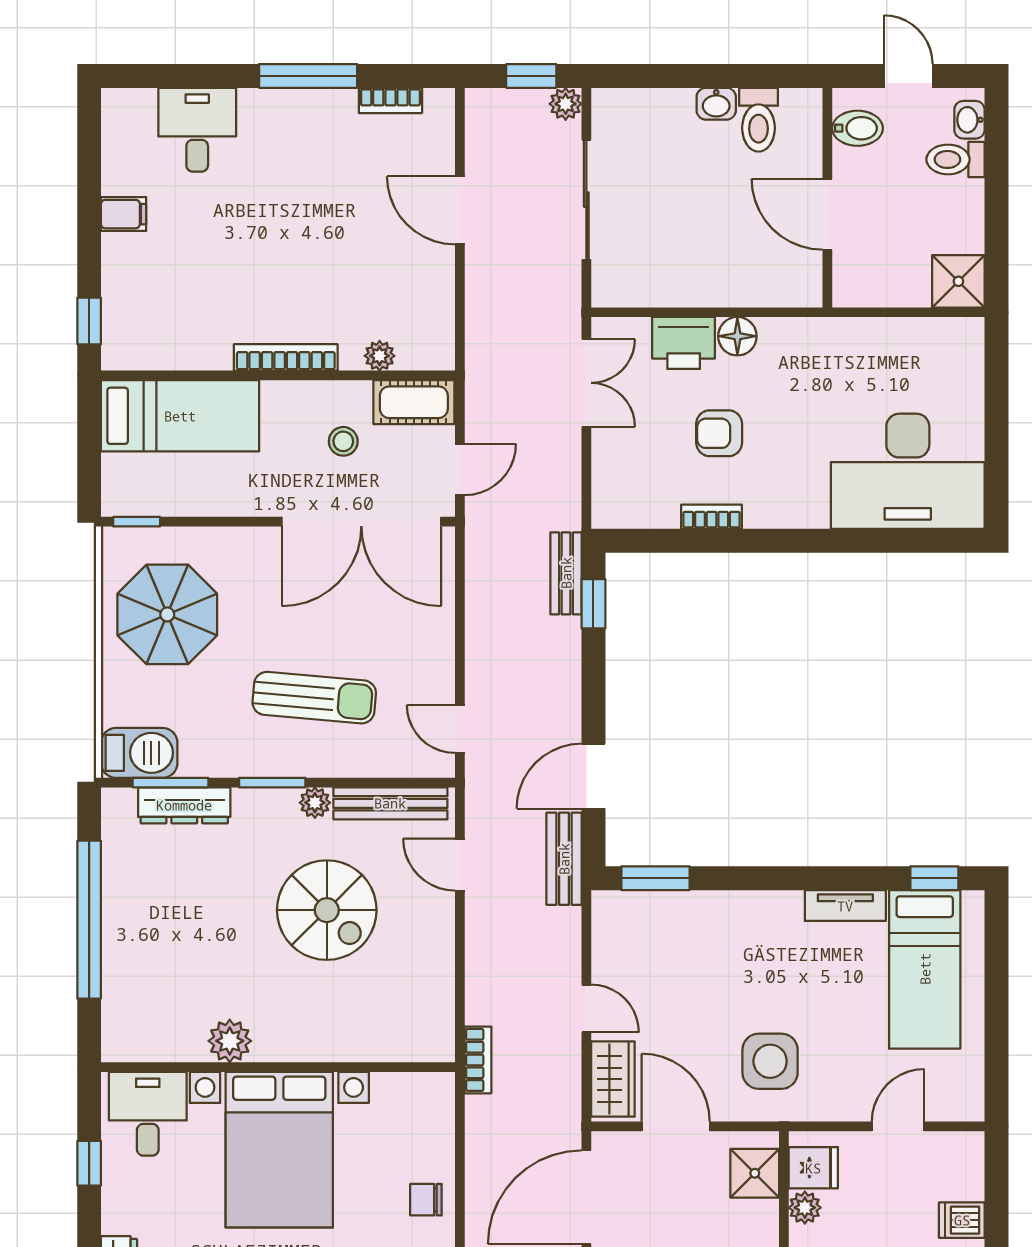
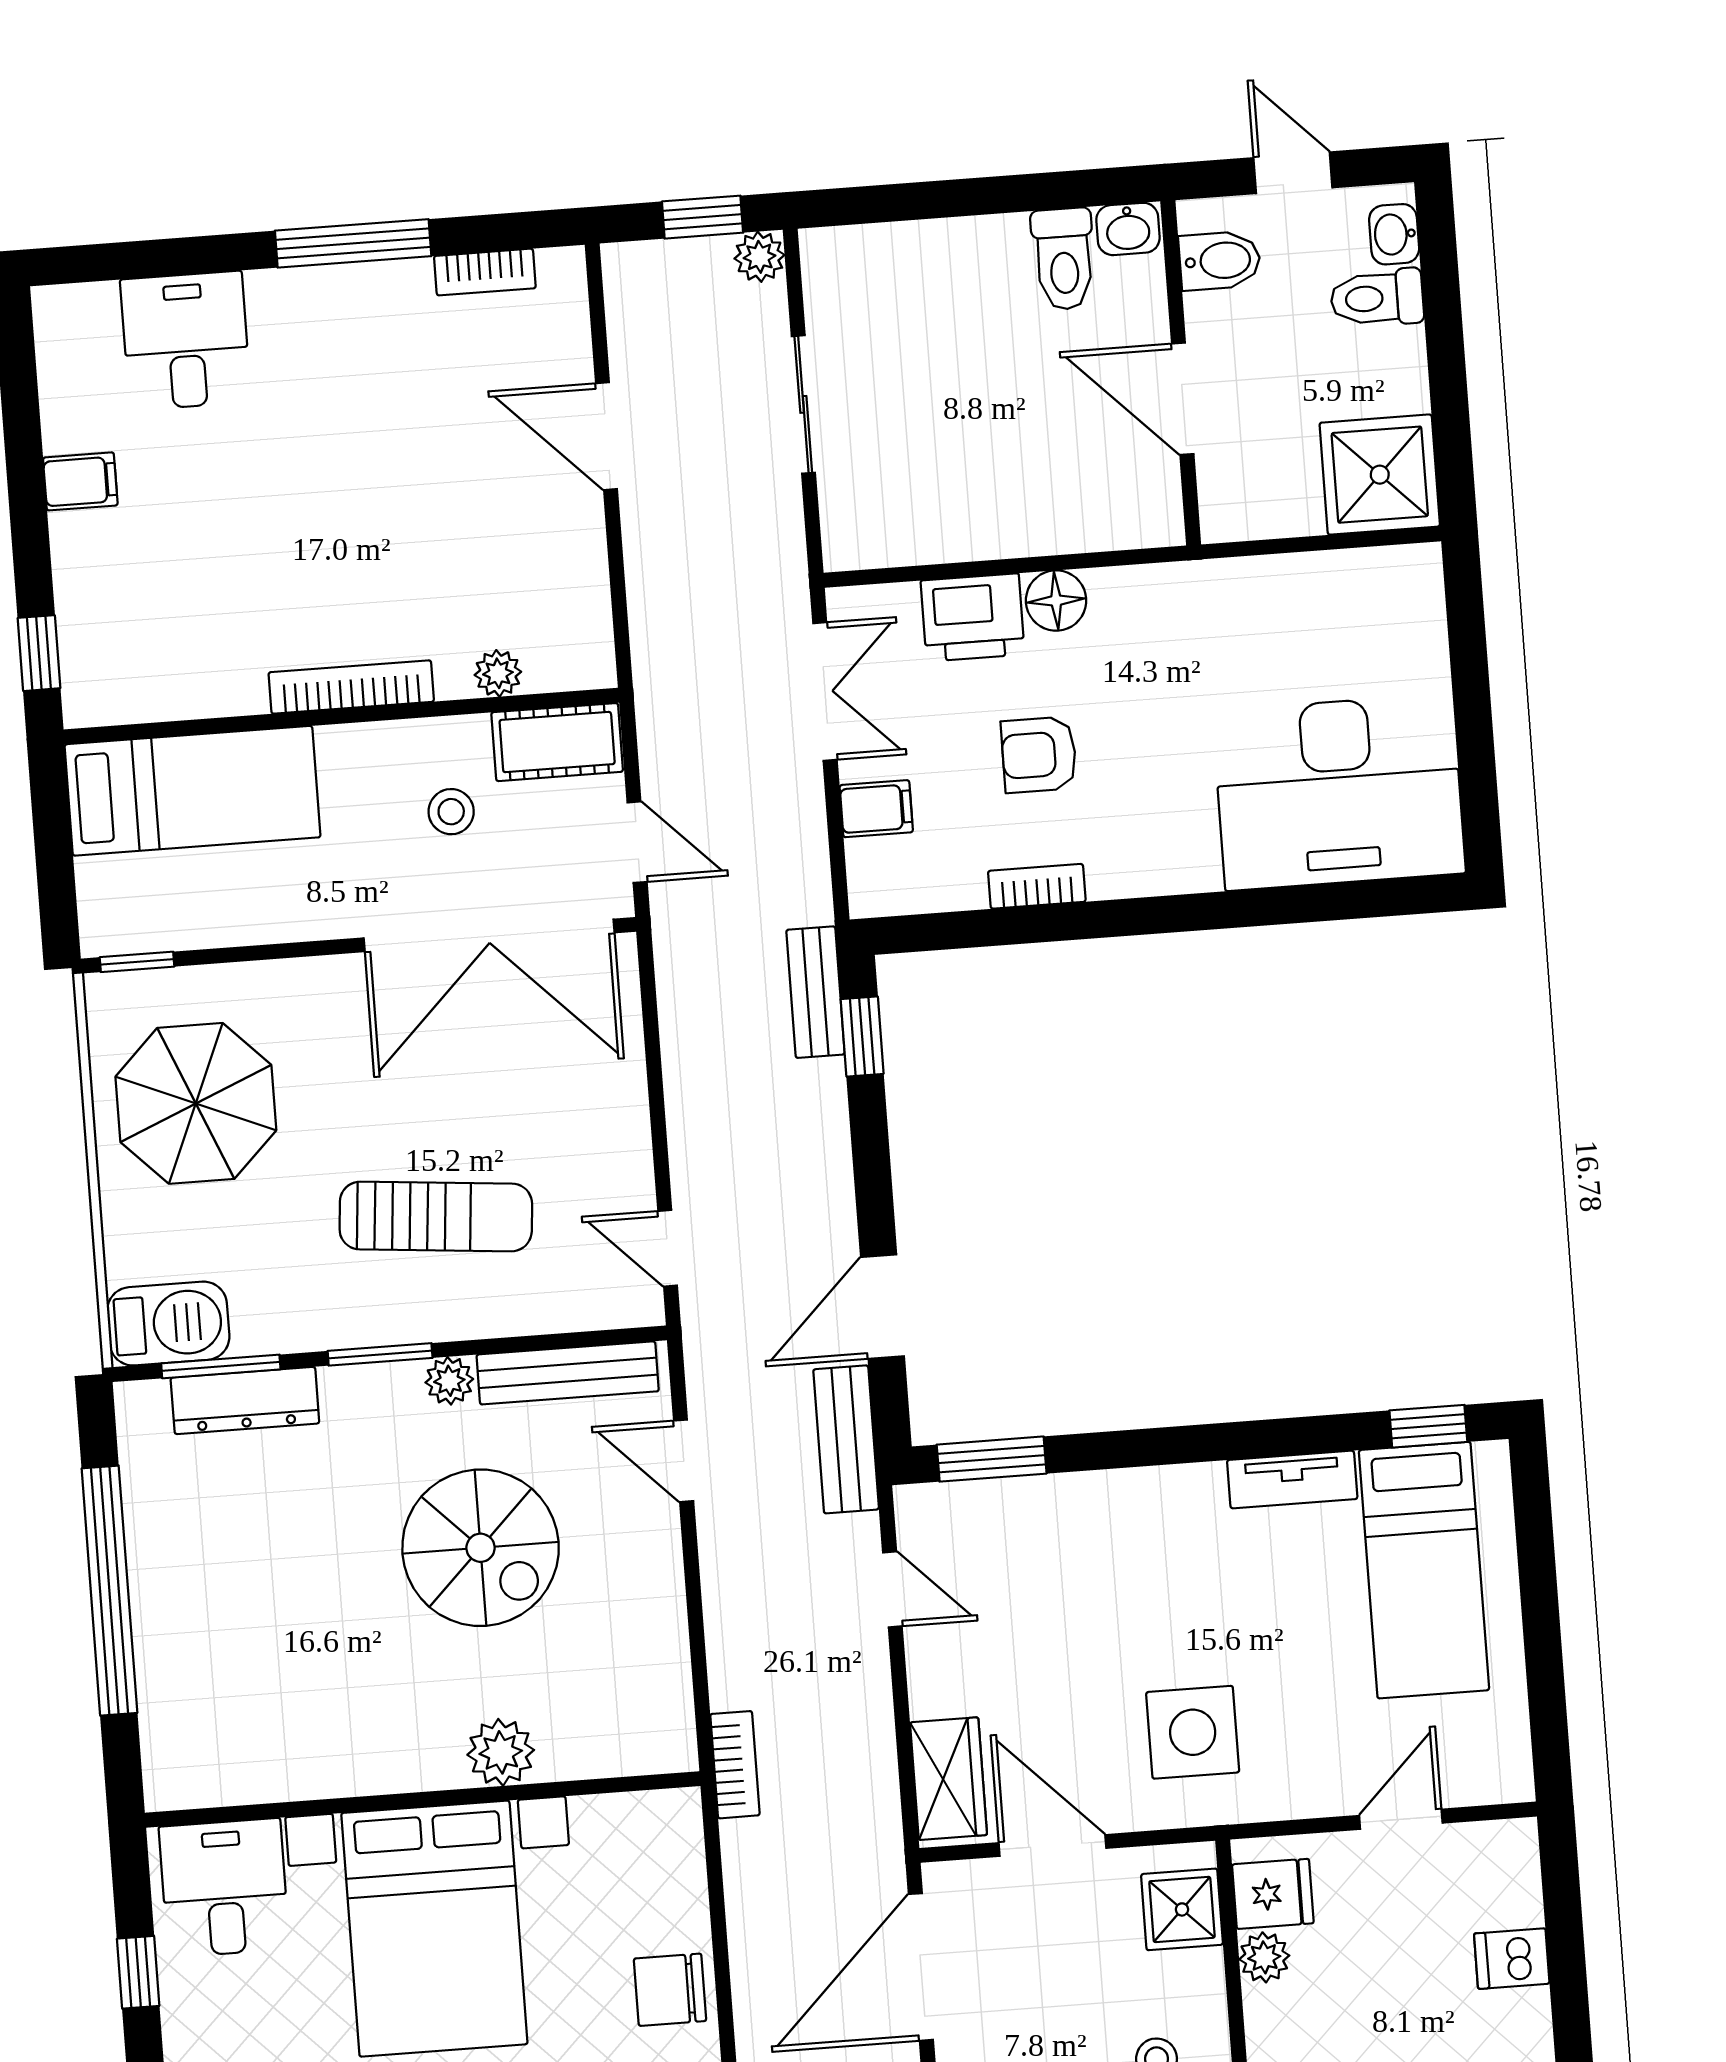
washbasin: (716, 104) -> (1128, 229), moved
sliding door: (586, 200) -> (803, 404), width x0.73
shower: (958, 281) -> (1380, 475), width x1.36, depth x1.36
filing cabinet: (613, 460) -> (876, 809), added
door: (460, 470) -> (637, 842), hinge flipped
door: (586, 1008) -> (892, 1589), moved
plant: (230, 1041) -> (501, 1752), moved
chair: (426, 1200) -> (670, 1990), width x1.37, depth x1.37

